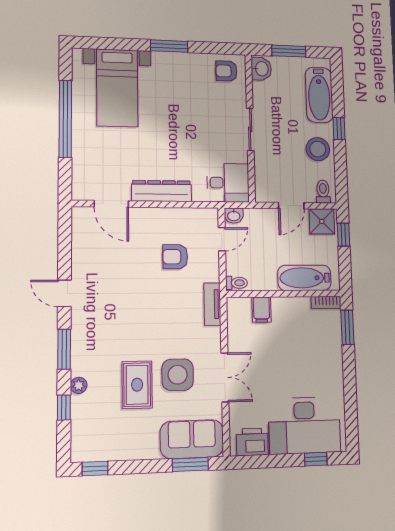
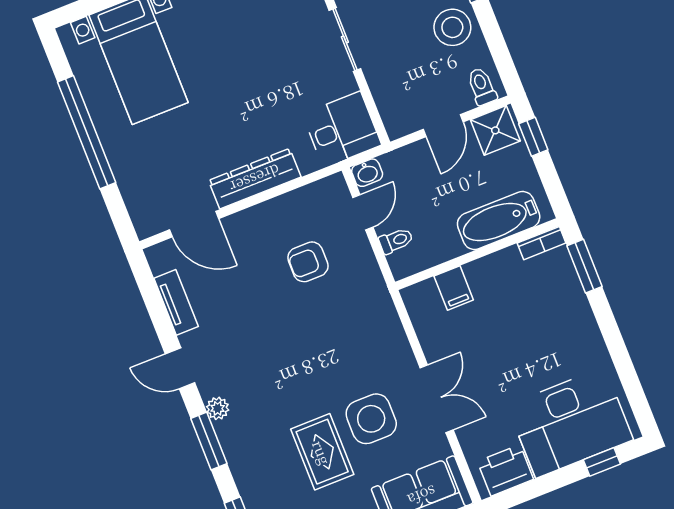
toilet: (237, 283) -> (396, 241), moved
tv unit: (212, 304) -> (176, 302), moved, turned 180
plant: (79, 385) -> (218, 408), moved

